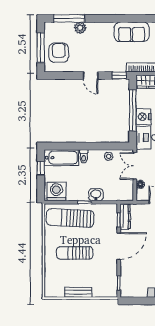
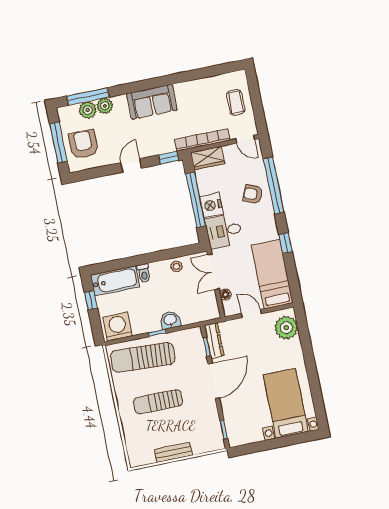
plant: (67, 28) -> (88, 110), added
sofa: (132, 32) -> (152, 102), moved
door: (91, 75) -> (131, 165), swing flipped

